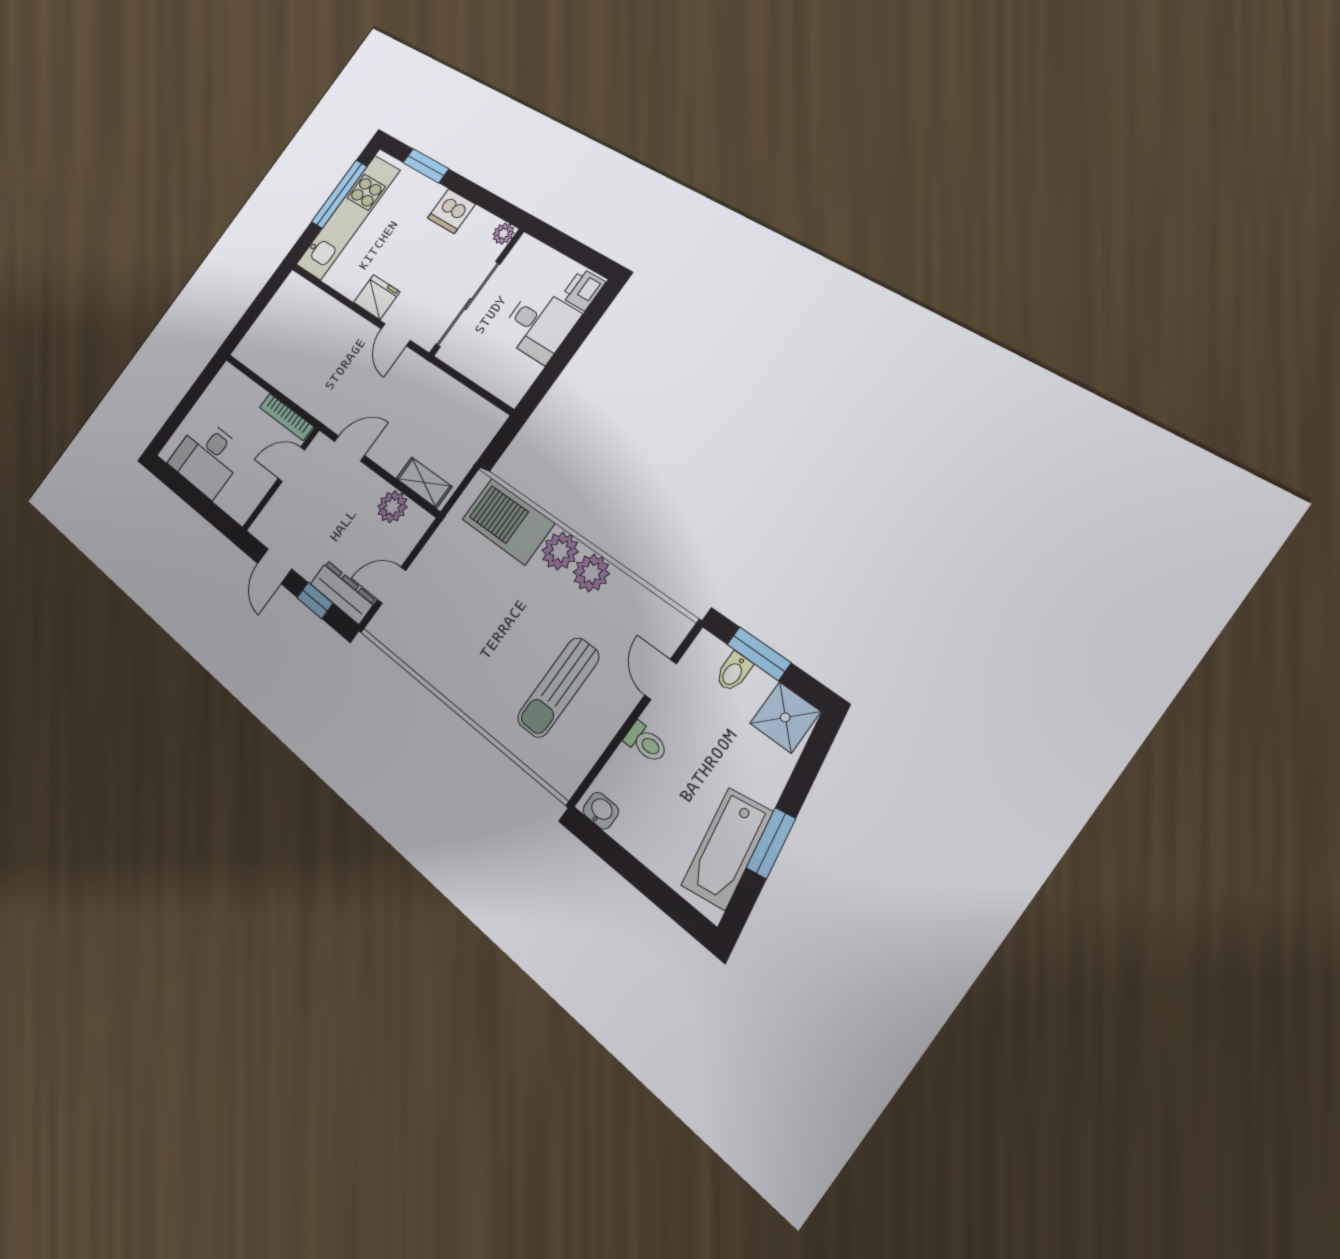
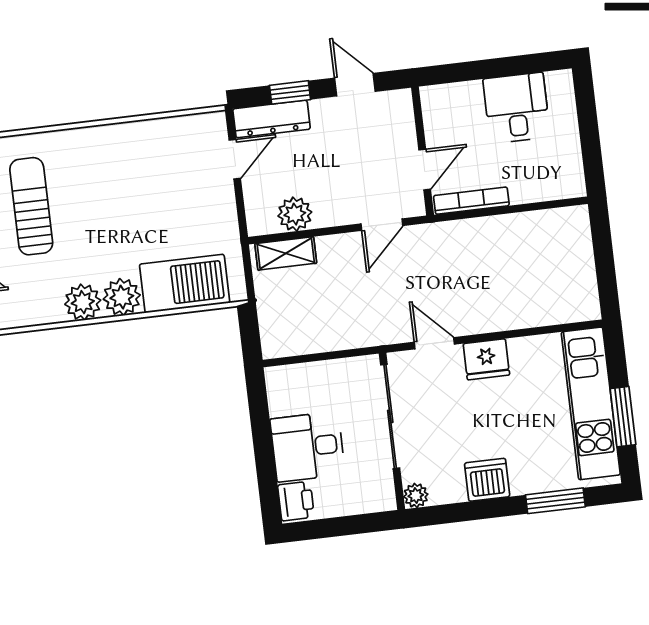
window: (339, 194) -> (623, 417), width x0.69
desk: (207, 457) -> (517, 108), width x0.73

